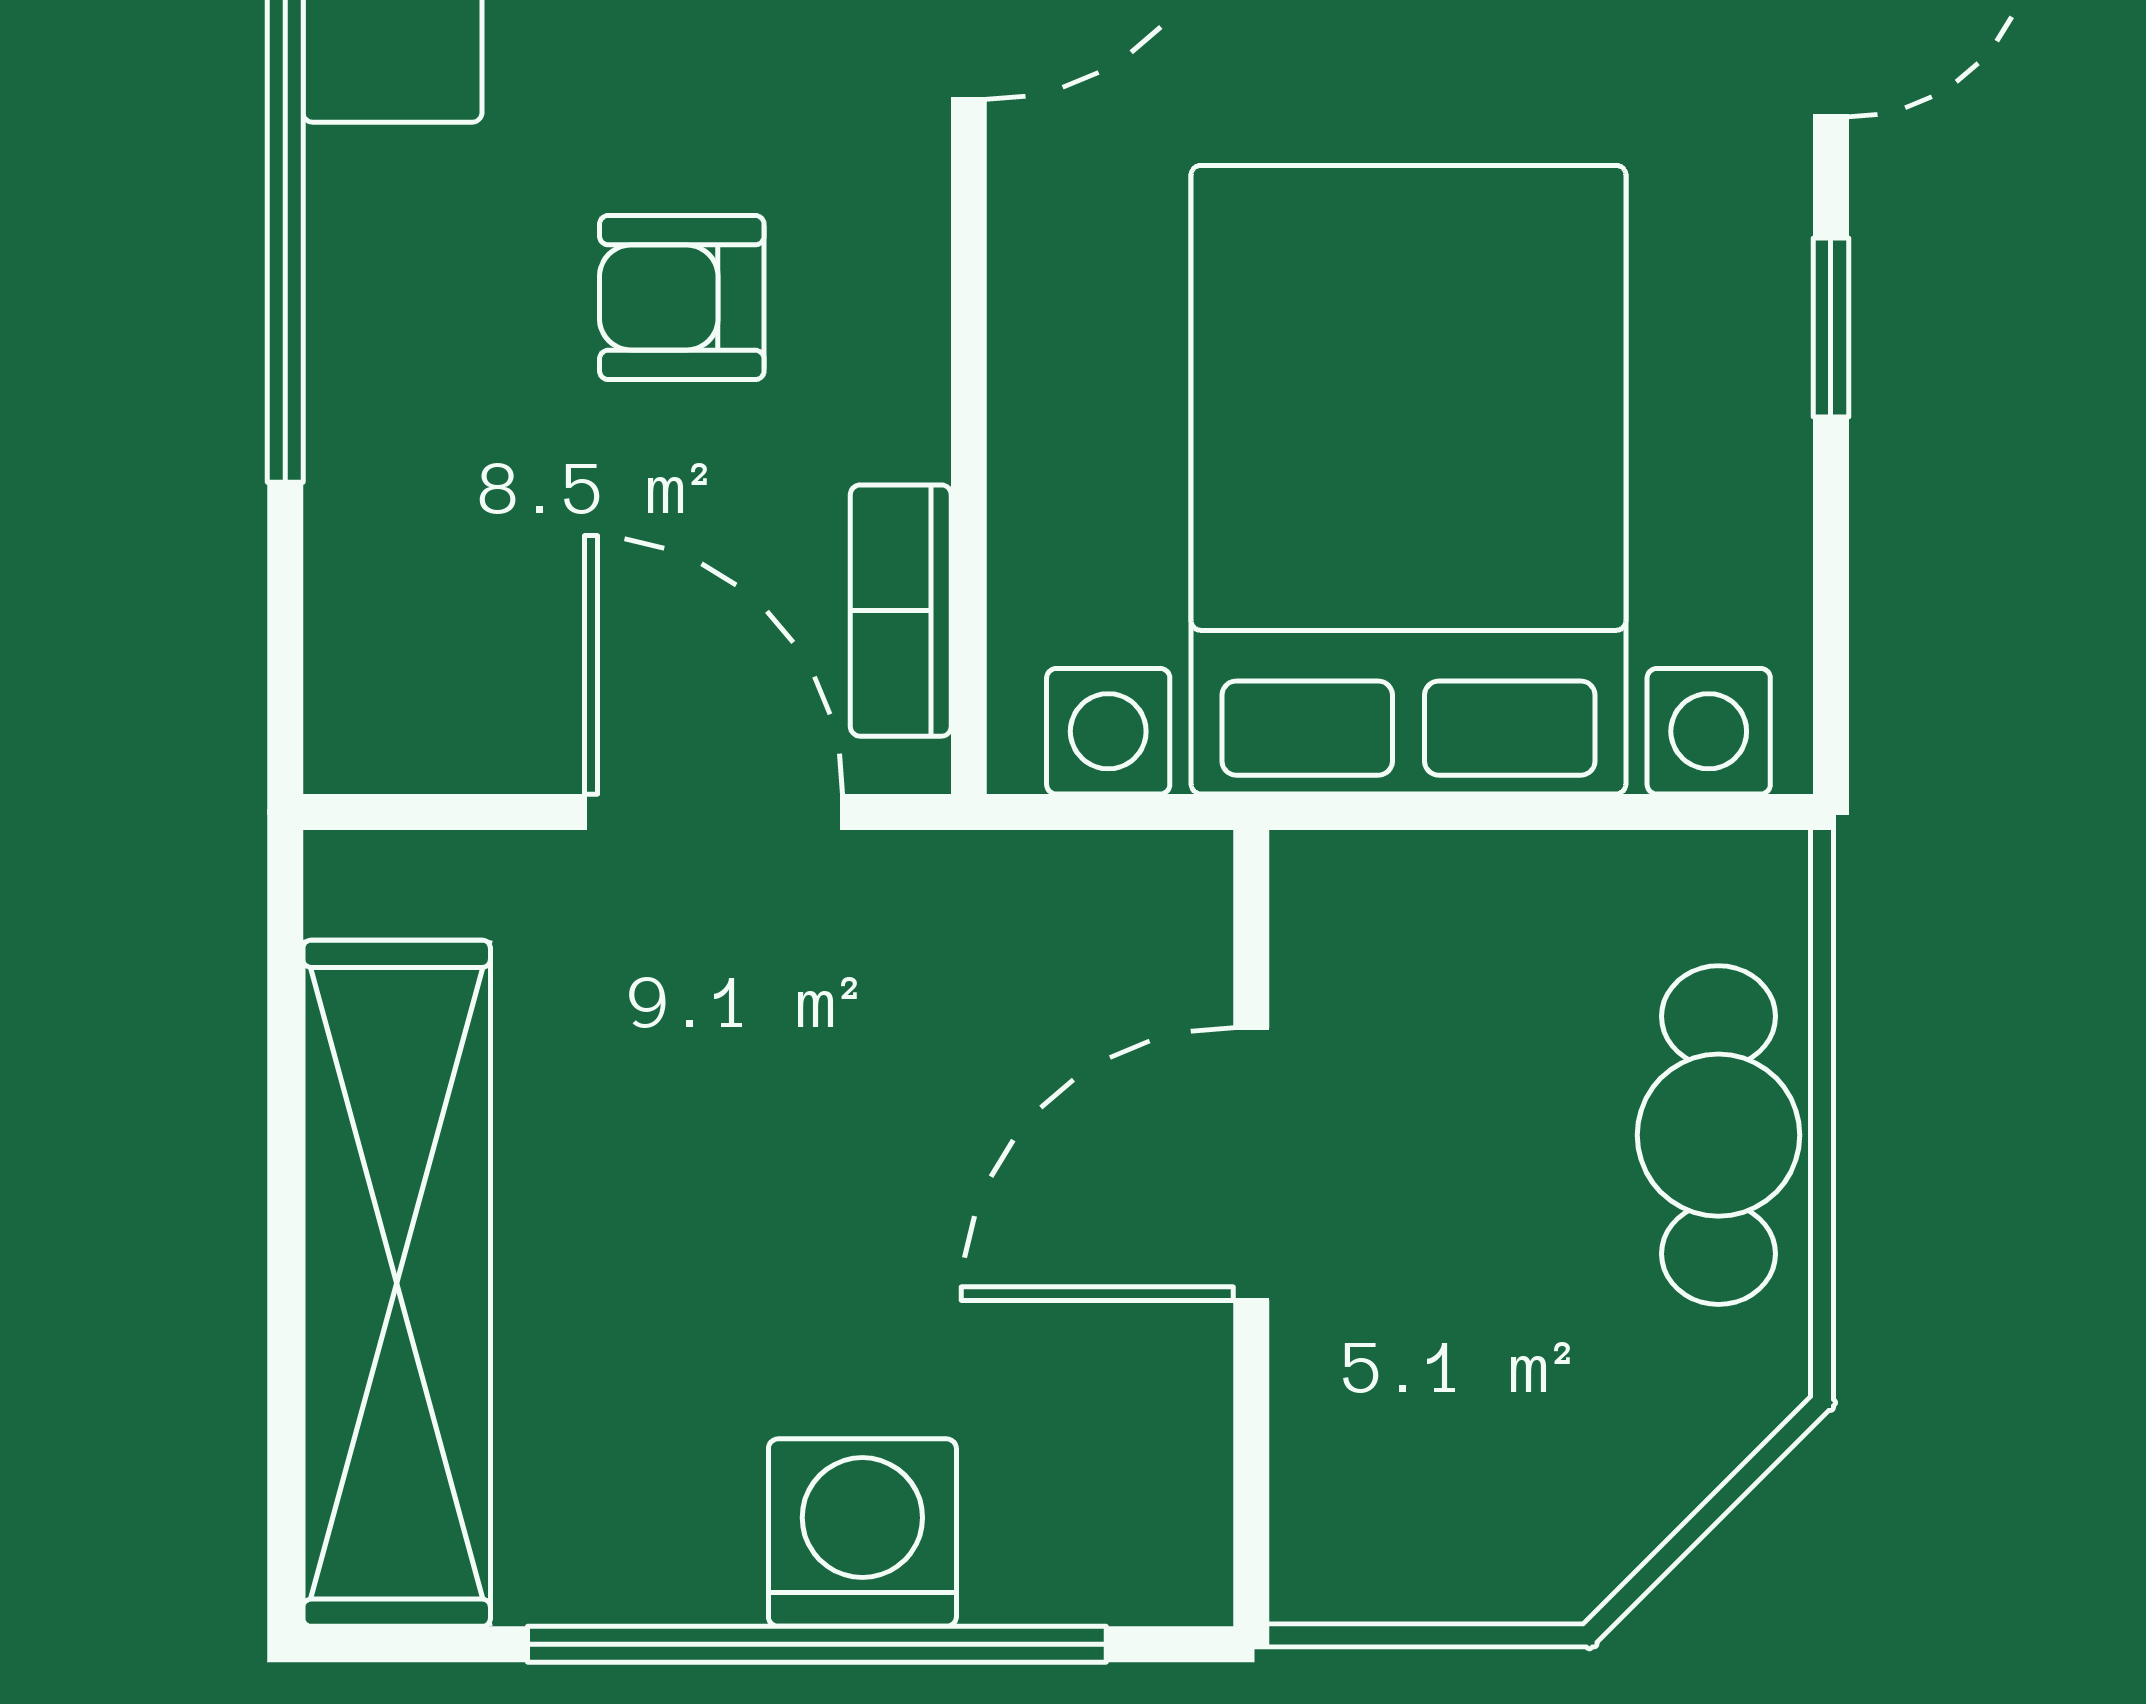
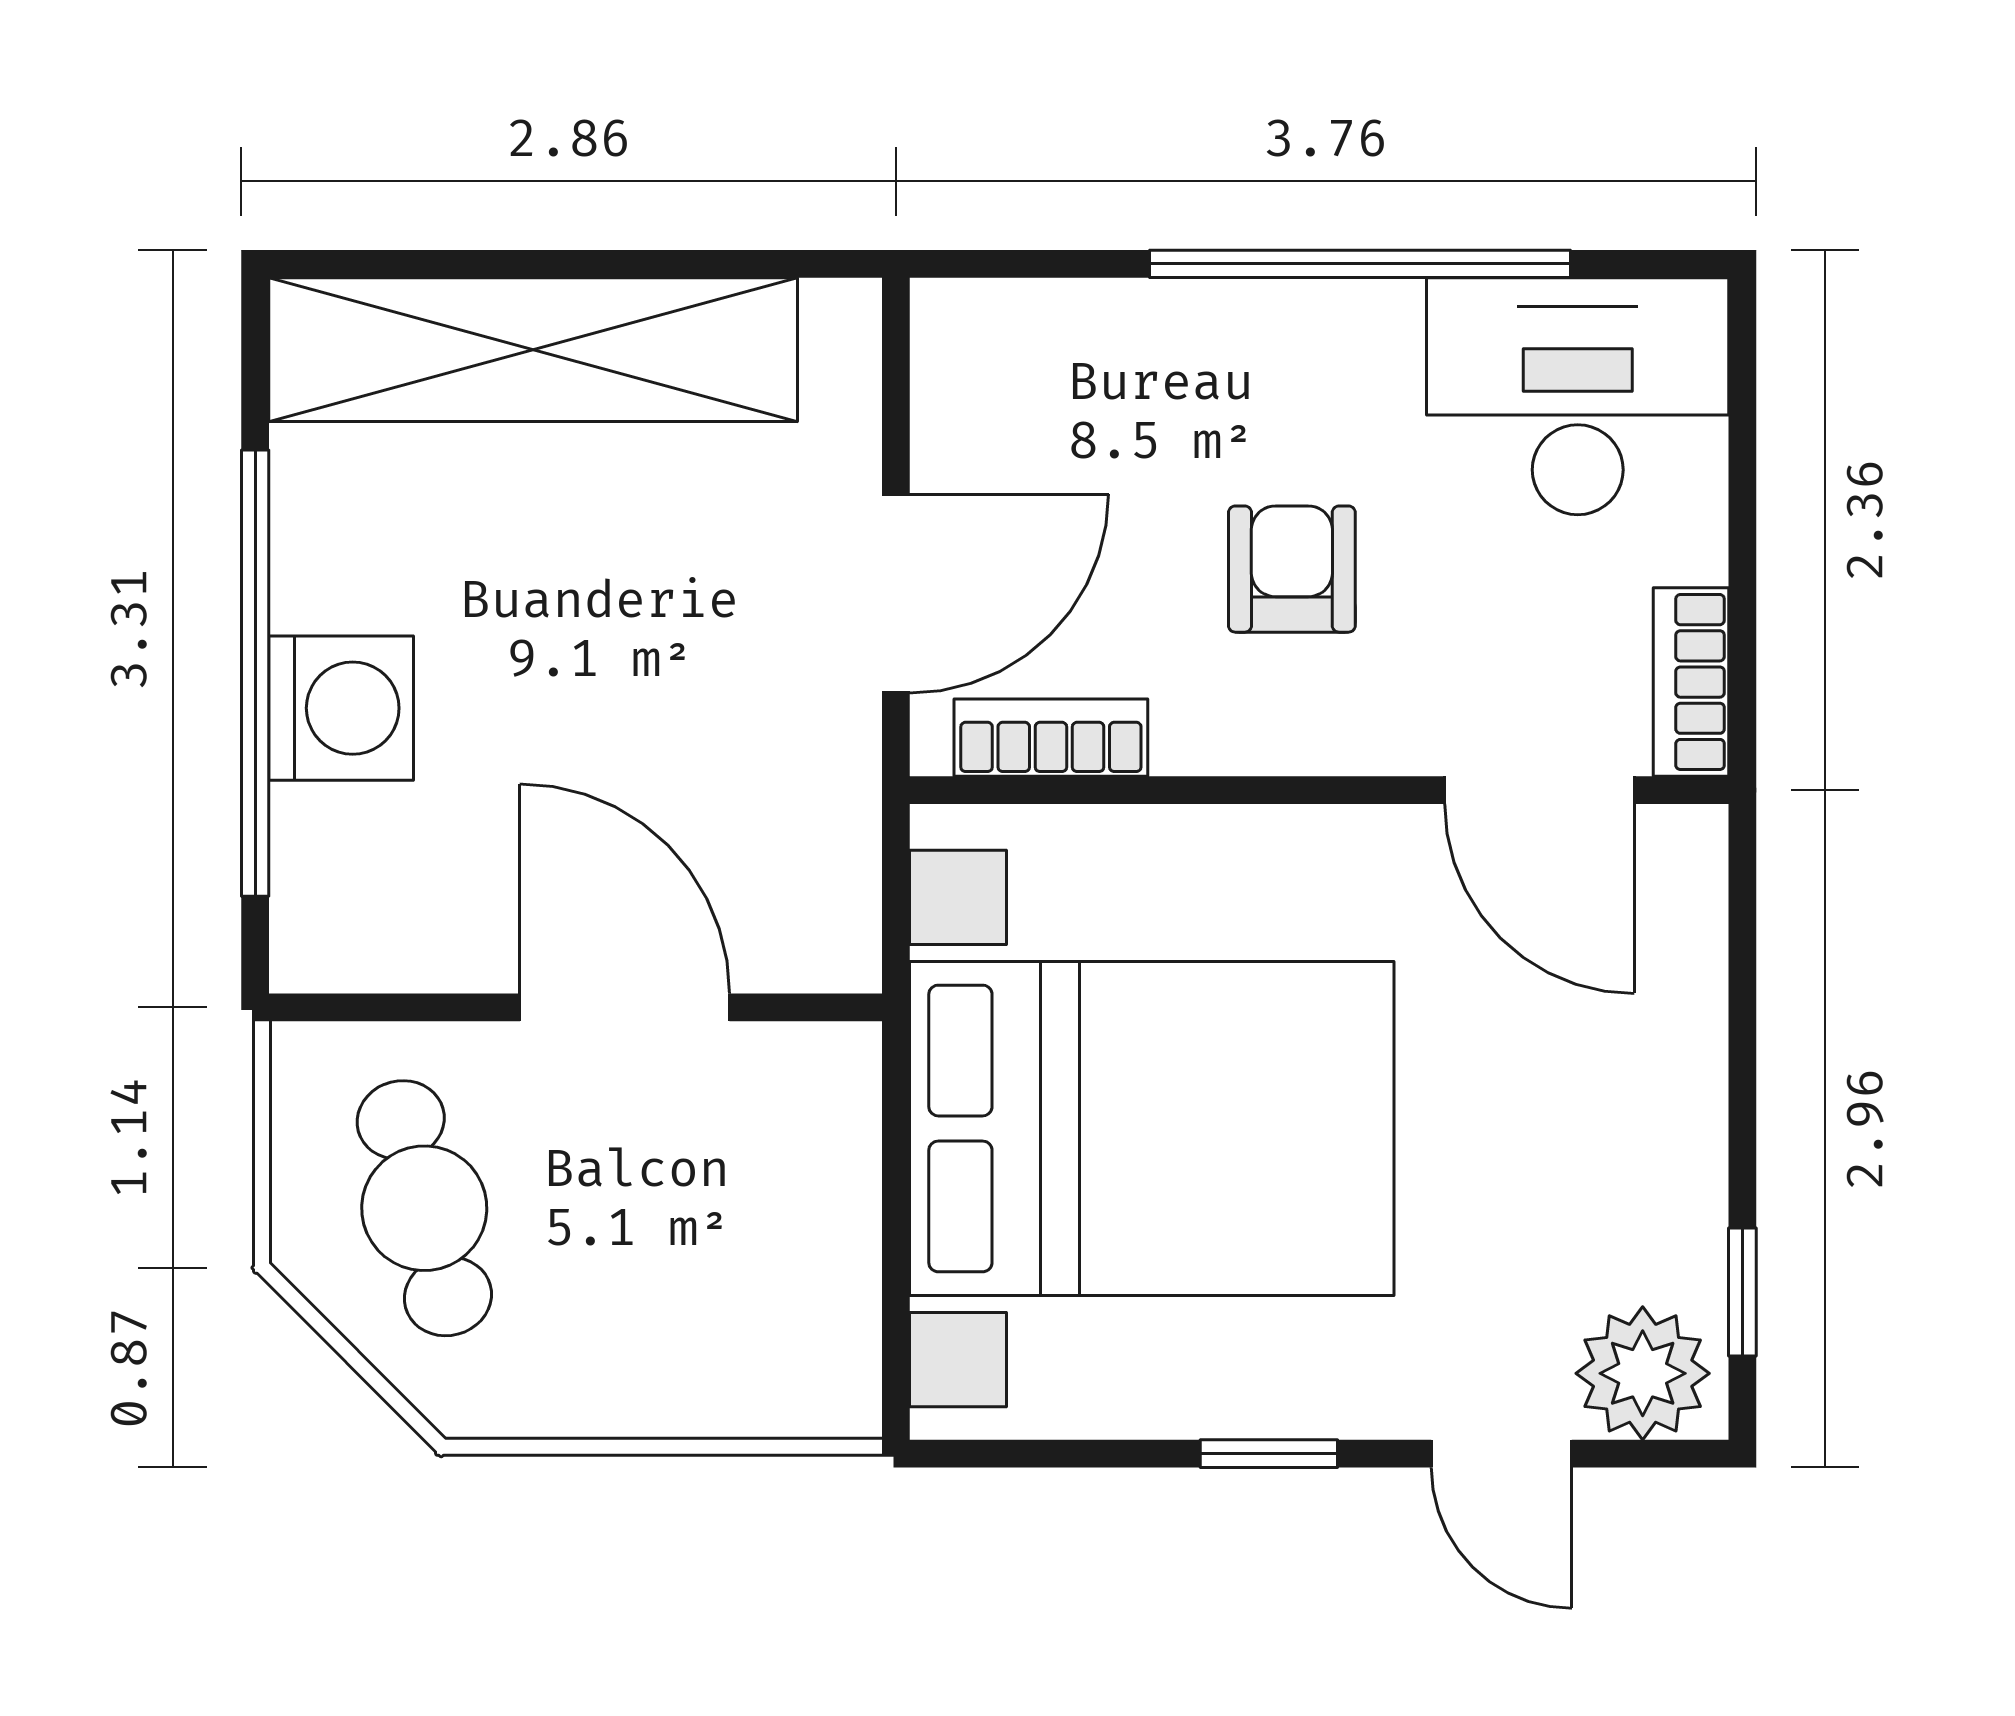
cafe table: (1718, 1135) -> (424, 1208), moved, turned 75

